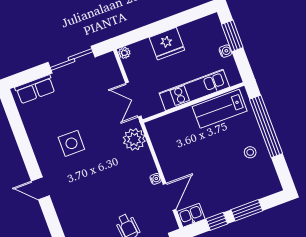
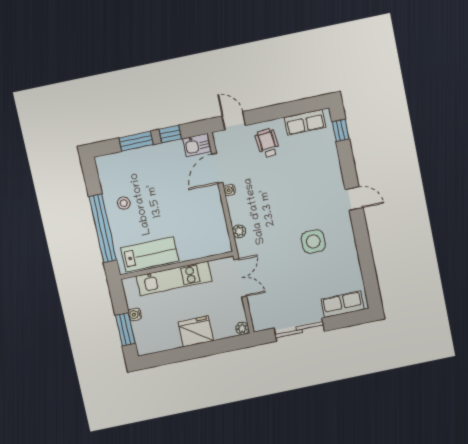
plant: (134, 139) -> (239, 231), width x0.53, depth x0.53

